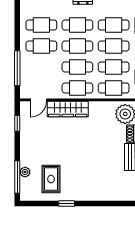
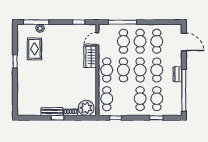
cafe table: (114, 67) -> (123, 41), moved
door: (38, 100) -> (97, 39), hinge flipped
wardrobe: (68, 109) -> (90, 57), width x0.67
rug: (51, 179) -> (34, 49), turned 90

